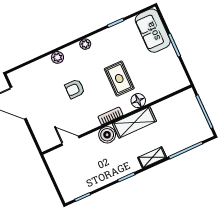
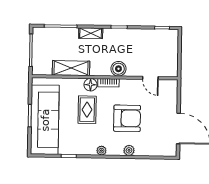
sofa: (153, 31) -> (45, 120), width x1.85, depth x1.27
armchair: (75, 89) -> (127, 118), width x1.88, depth x1.88
floor lamp: (138, 101) -> (90, 85), moved
shelving: (134, 122) -> (71, 68), moved

